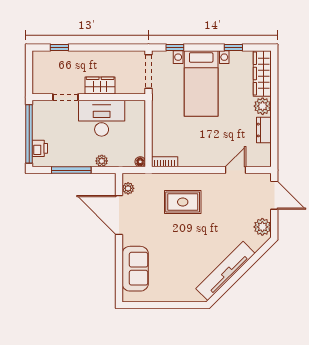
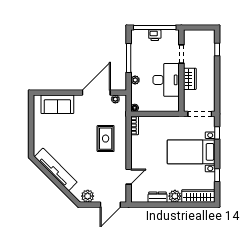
printer: (40, 148) -> (155, 35), moved
door: (236, 170) -> (129, 177), hinge flipped

